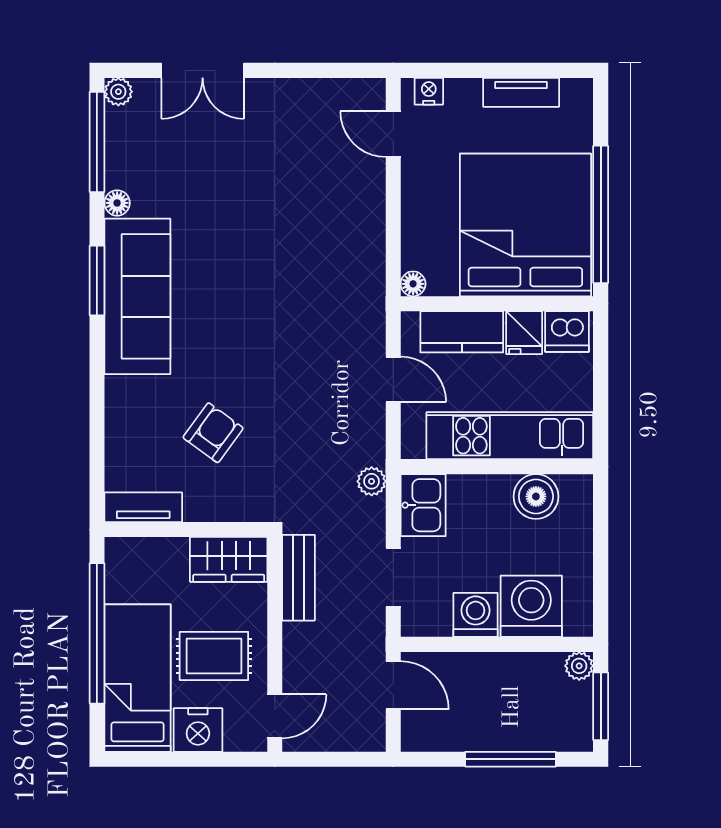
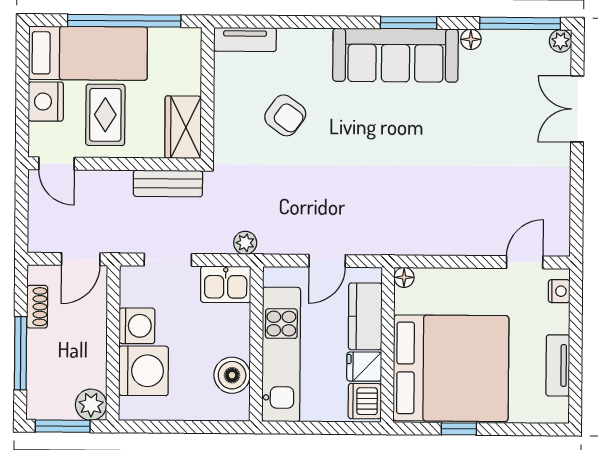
window: (601, 214) -> (459, 429), width x0.32
tv unit: (143, 507) -> (245, 39), moved, turned 90
plant: (579, 666) -> (91, 405), width x1.38, depth x1.38
shoe rack: (453, 739) -> (37, 307), added

